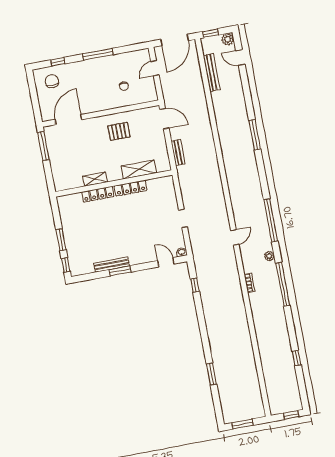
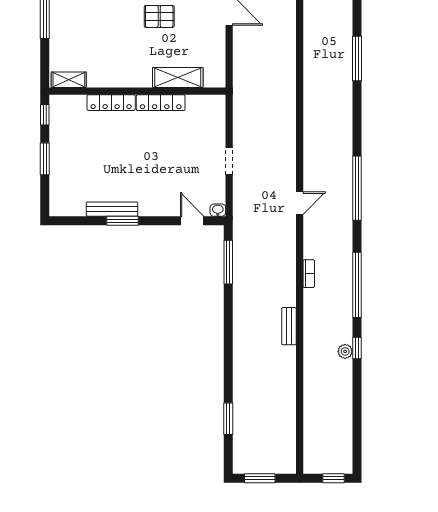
bench: (178, 153) -> (289, 326), moved
shelving: (95, 179) -> (69, 80), moved
plant: (269, 256) -> (345, 351), moved
window: (66, 265) -> (45, 115), moved
window: (195, 285) -> (228, 262), width x2.17
window: (297, 358) -> (357, 348), moved
window: (211, 374) -> (228, 419), moved

